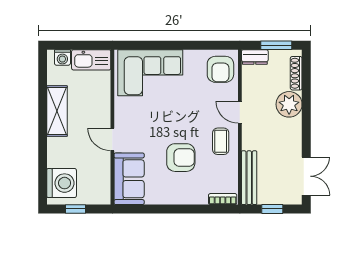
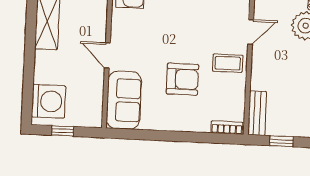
door: (240, 112) -> (251, 32), swing flipped
coffee table: (221, 141) -> (228, 63), turned 90
bench: (249, 178) -> (257, 113), width x0.73

